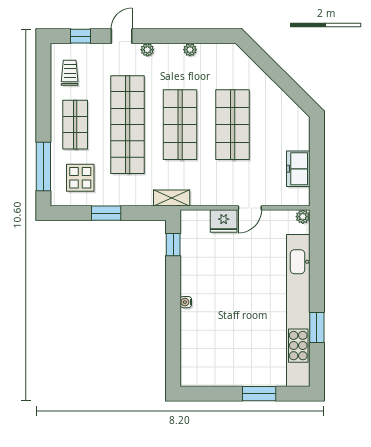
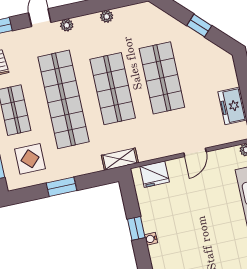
window: (282, 80) -> (199, 26), added
fridge: (224, 221) -> (155, 174), moved
window: (173, 245) -> (136, 228), moved
water cooler: (186, 302) -> (151, 239), moved

